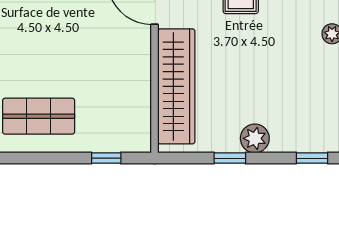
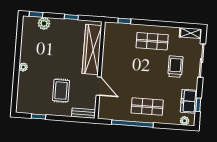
plant: (255, 138) -> (44, 23), moved

